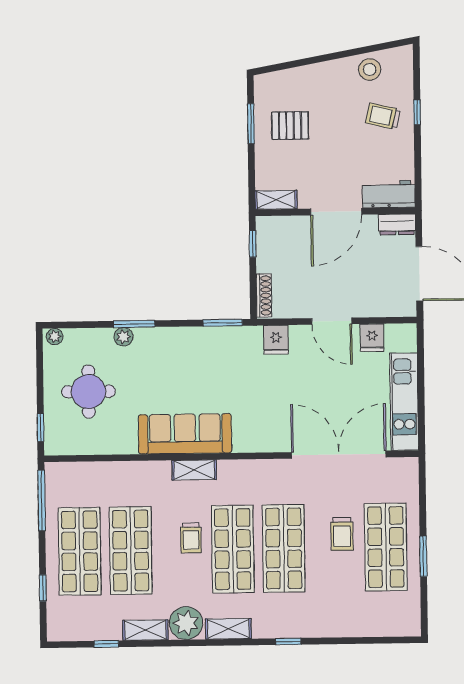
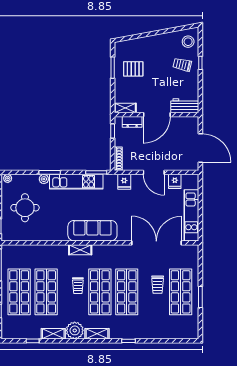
stool: (370, 69) -> (188, 42), moved
dresser: (397, 224) -> (132, 122), moved
kitchen unit: (185, 341) -> (76, 182), added
sofa: (185, 434) -> (92, 231), moved

